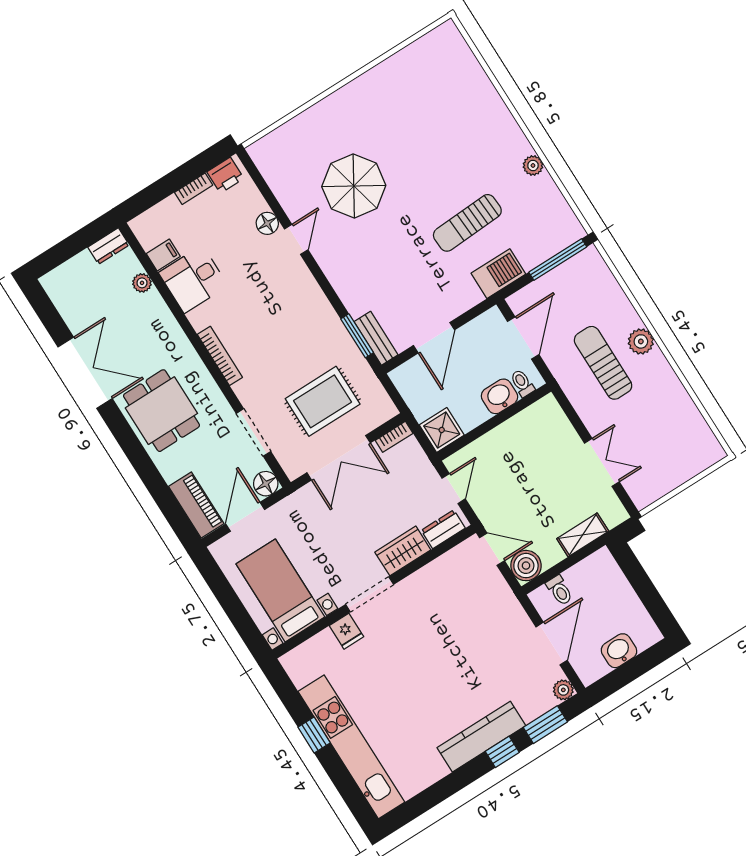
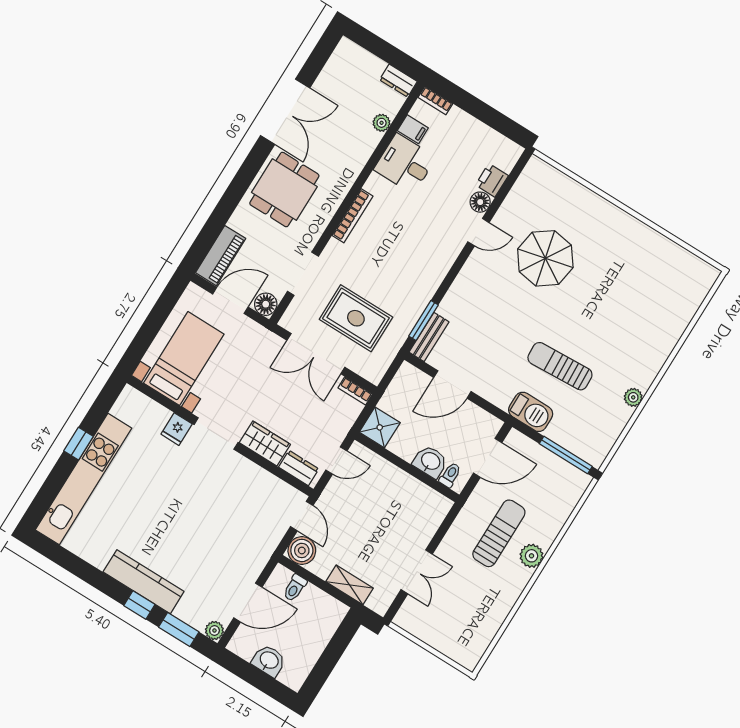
printer: (225, 175) -> (492, 180), moved, turned 90
bookcase: (194, 189) -> (435, 100), moved

